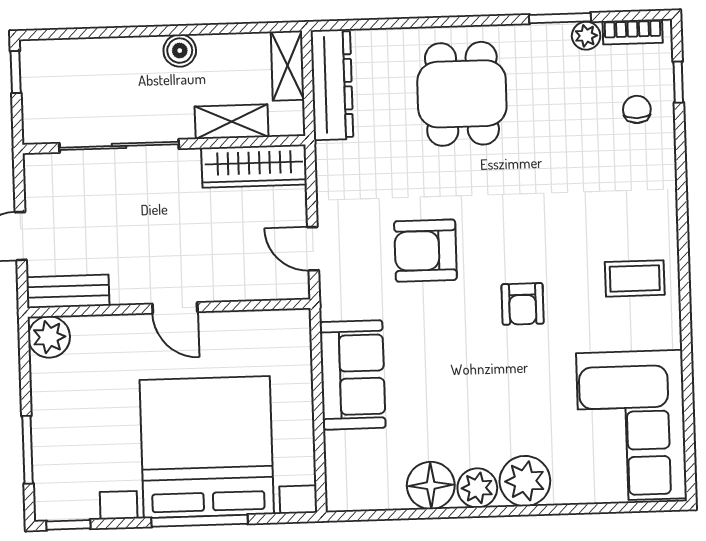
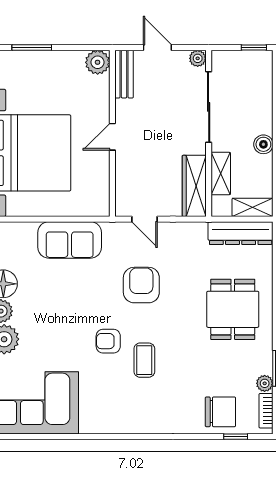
dining table: (462, 94) -> (233, 309), turned 90
chair: (637, 109) -> (220, 412), width x1.87, depth x1.87
plant: (37, 167) -> (198, 58), added
door: (313, 249) -> (145, 219), swing flipped
coffee table: (635, 278) -> (144, 360), moved

